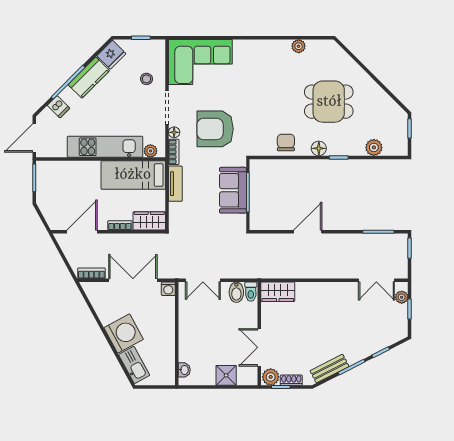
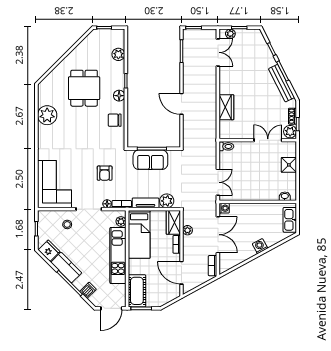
plant: (299, 46) -> (47, 115), width x1.88, depth x1.88
armchair: (215, 129) -> (105, 173), width x0.53, depth x0.53
door: (34, 138) -> (111, 308), hinge flipped
cot: (58, 172) -> (137, 291), added
plant: (178, 212) -> (167, 201), added
plant: (139, 240) -> (187, 230), added
double door: (133, 280) -> (218, 235), swing flipped
bidet: (236, 292) -> (227, 157), removed
wardrobe: (278, 292) -> (226, 107), moved
washing machine: (124, 333) -> (260, 246), width x0.53, depth x0.53
double door: (259, 347) -> (268, 140), swing flipped
kitchen sink: (134, 365) -> (290, 220), moved, turned -61
bench: (329, 369) -> (282, 83), width x1.36

